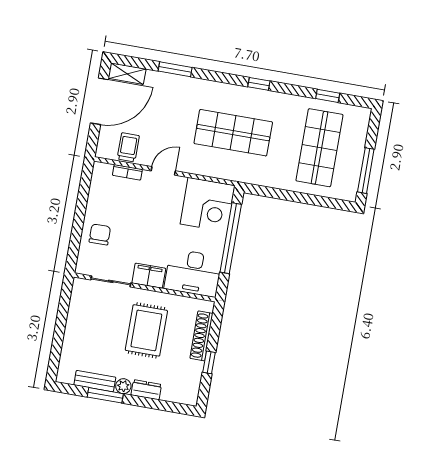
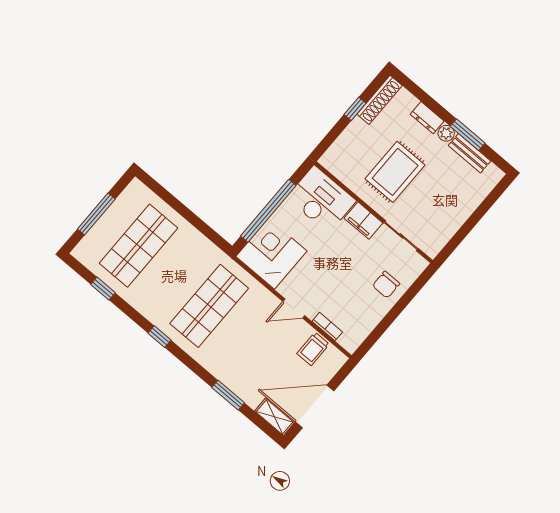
shop shelf: (233, 133) -> (209, 306), turned 90
window: (366, 171) -> (96, 214), moved
shoe rack: (201, 336) -> (380, 100), moved

